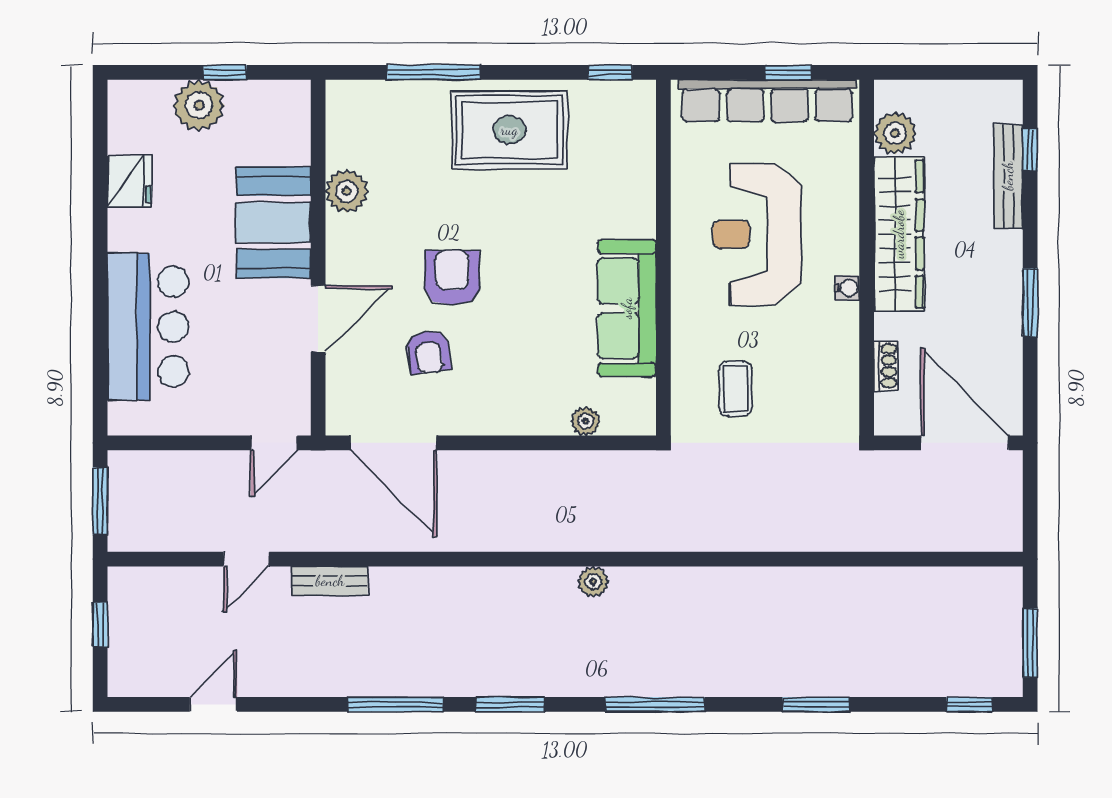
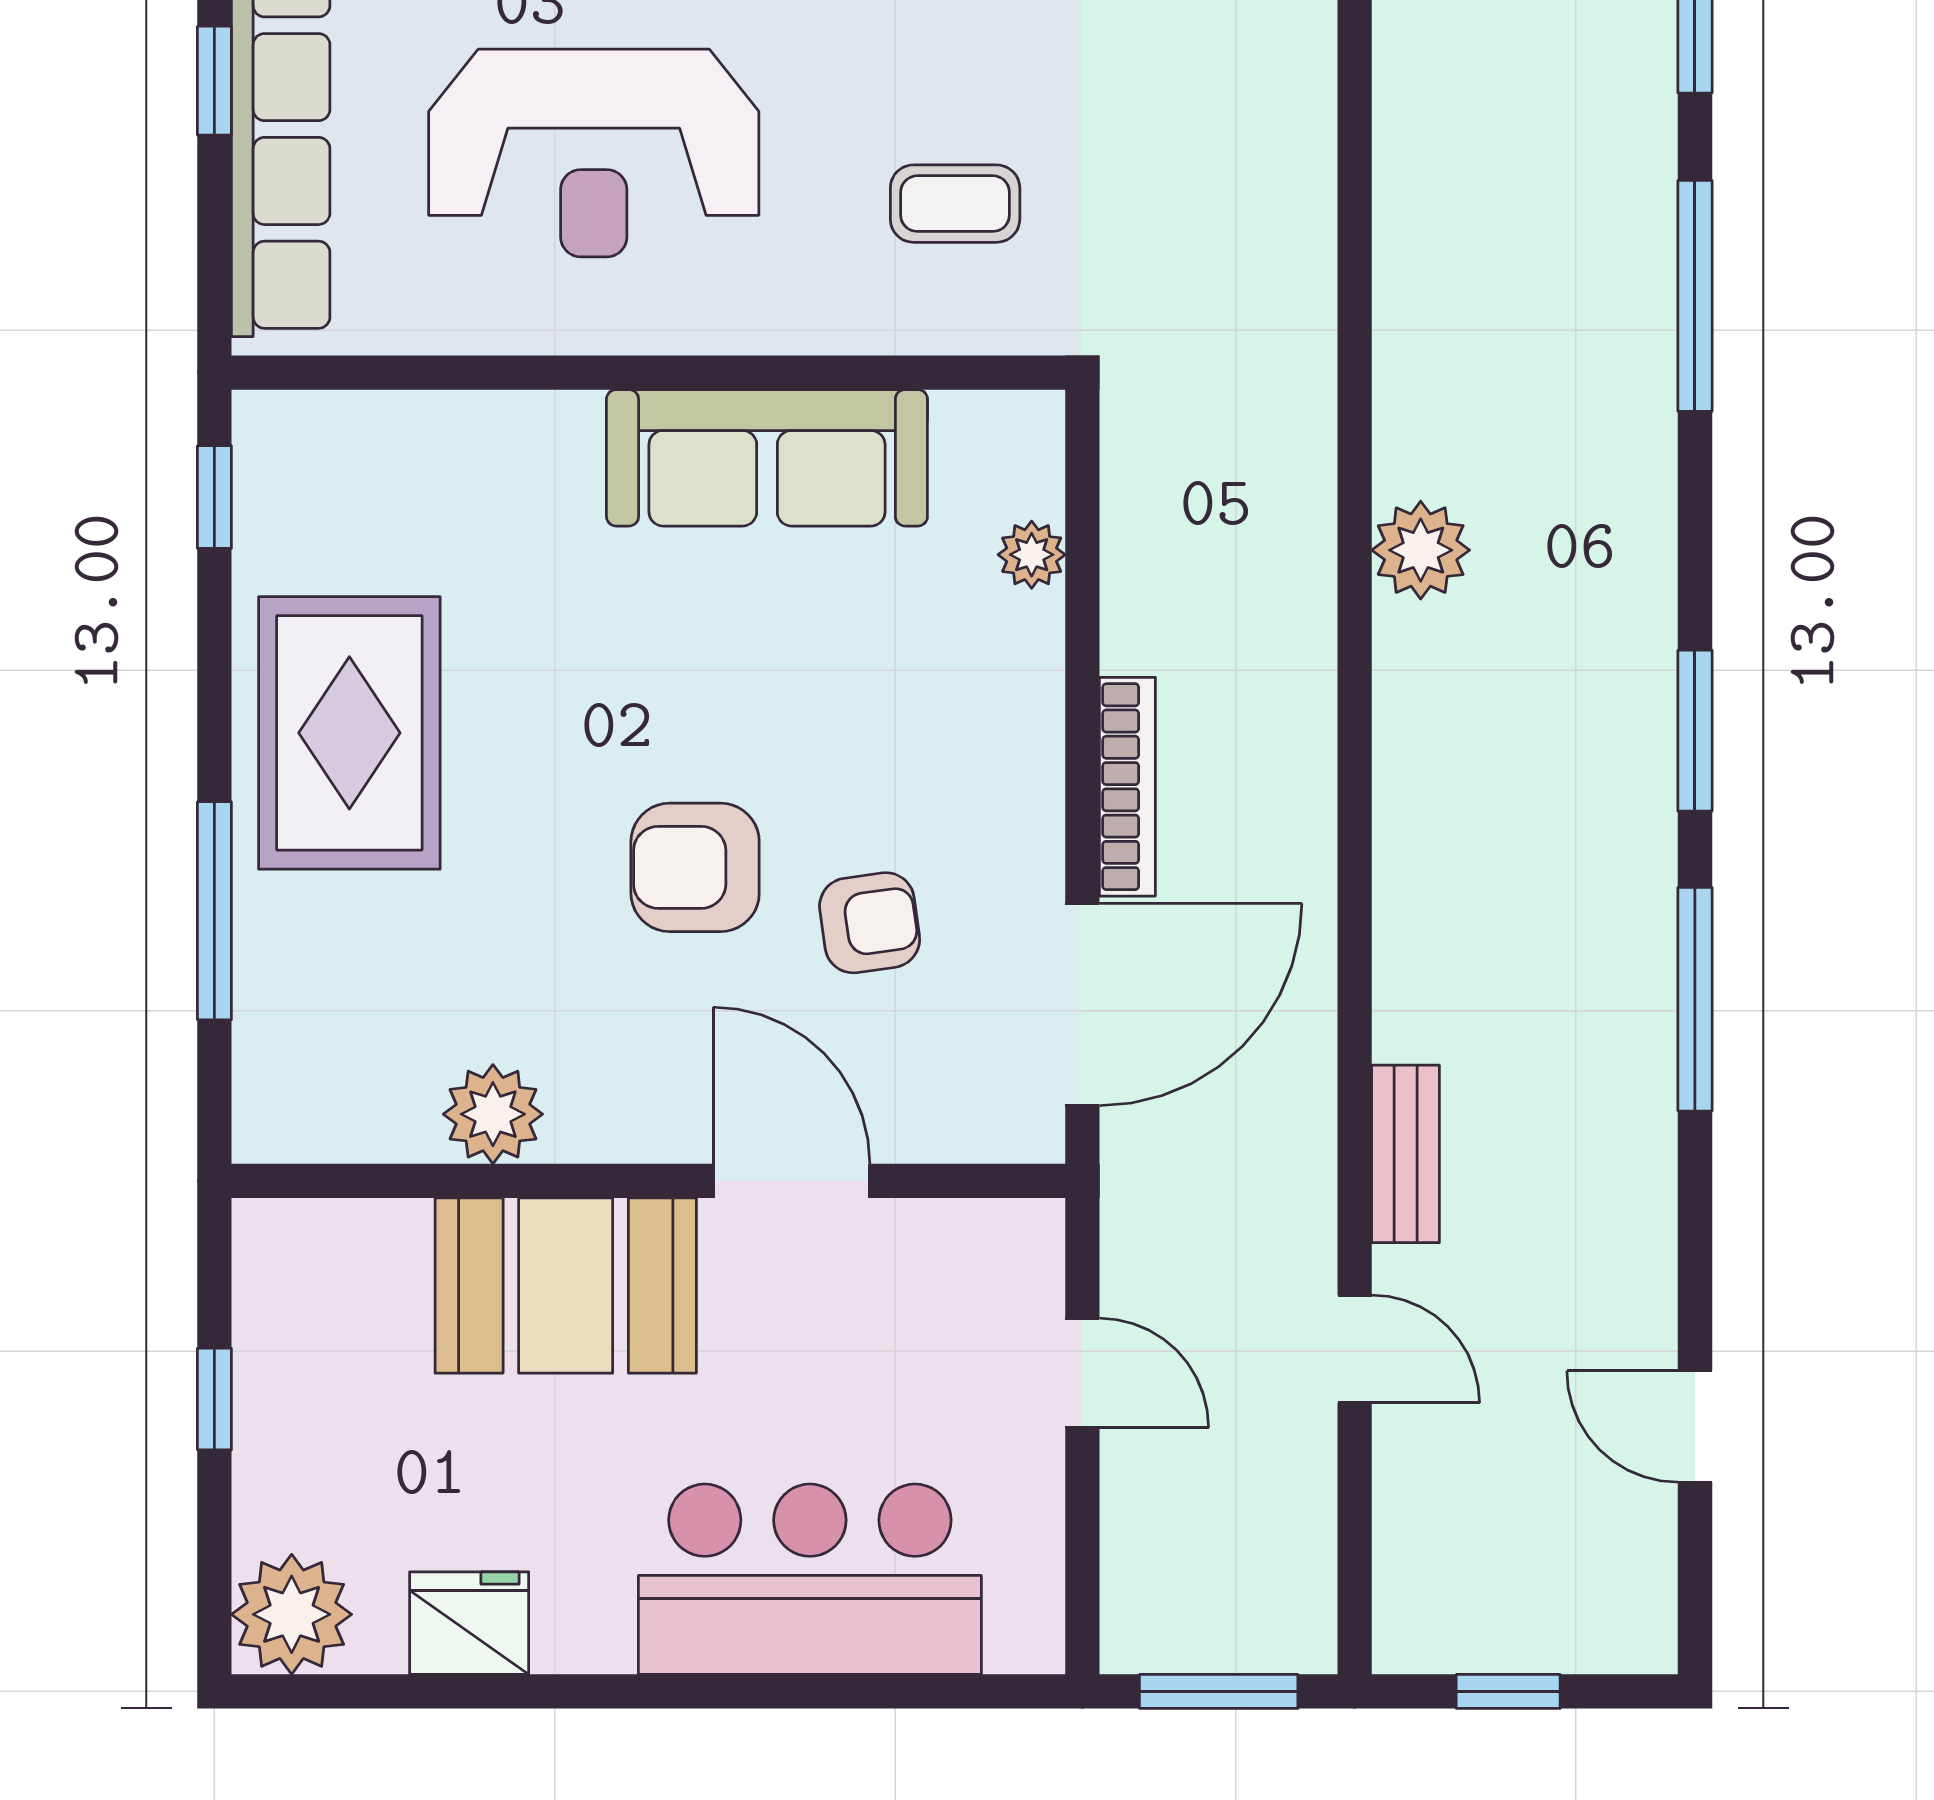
plant: (199, 105) -> (292, 1614), moved
door: (274, 443) -> (1082, 1373), moved
bookcase: (486, 462) -> (1127, 787), added
plant: (593, 582) -> (1421, 550), width x1.38, depth x1.38
window: (655, 704) -> (1695, 296), moved

